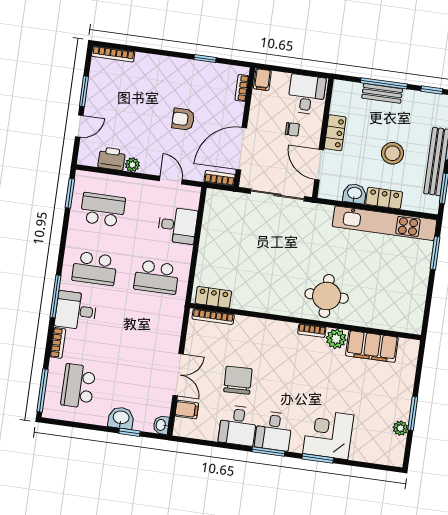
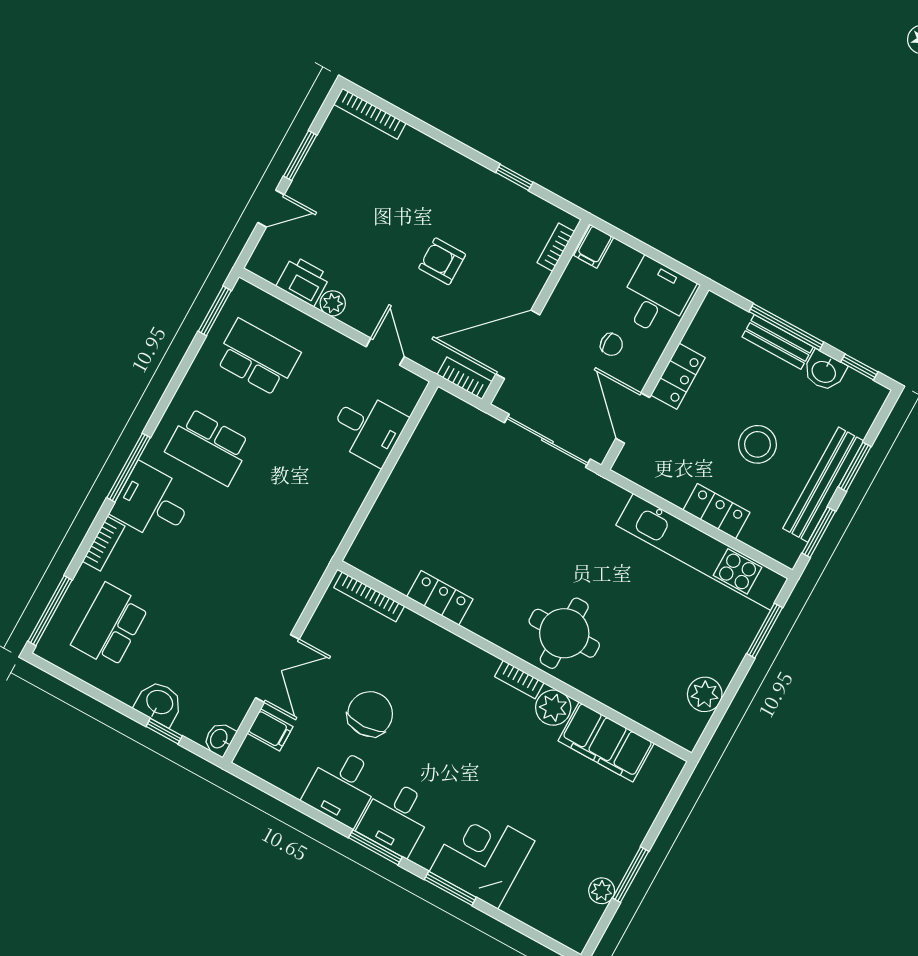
washbasin: (355, 194) -> (824, 371), moved, turned 180
school desk: (156, 277) -> (303, 499), removed
locker: (213, 297) -> (440, 598), moved
plant: (416, 300) -> (705, 694), added

